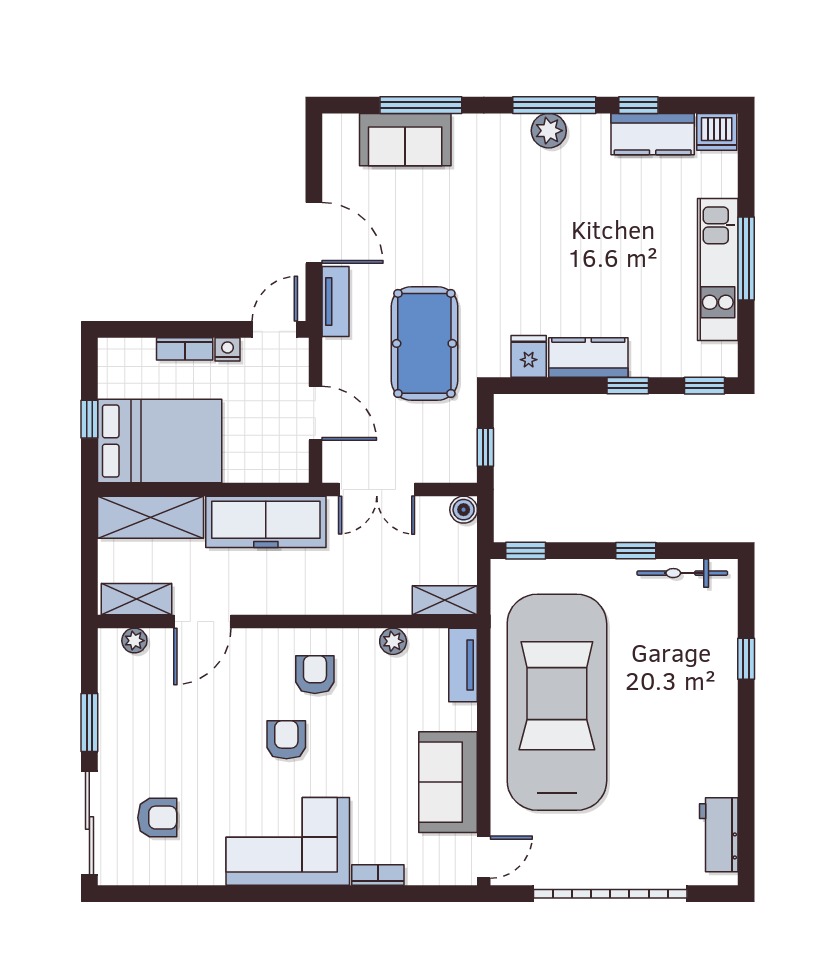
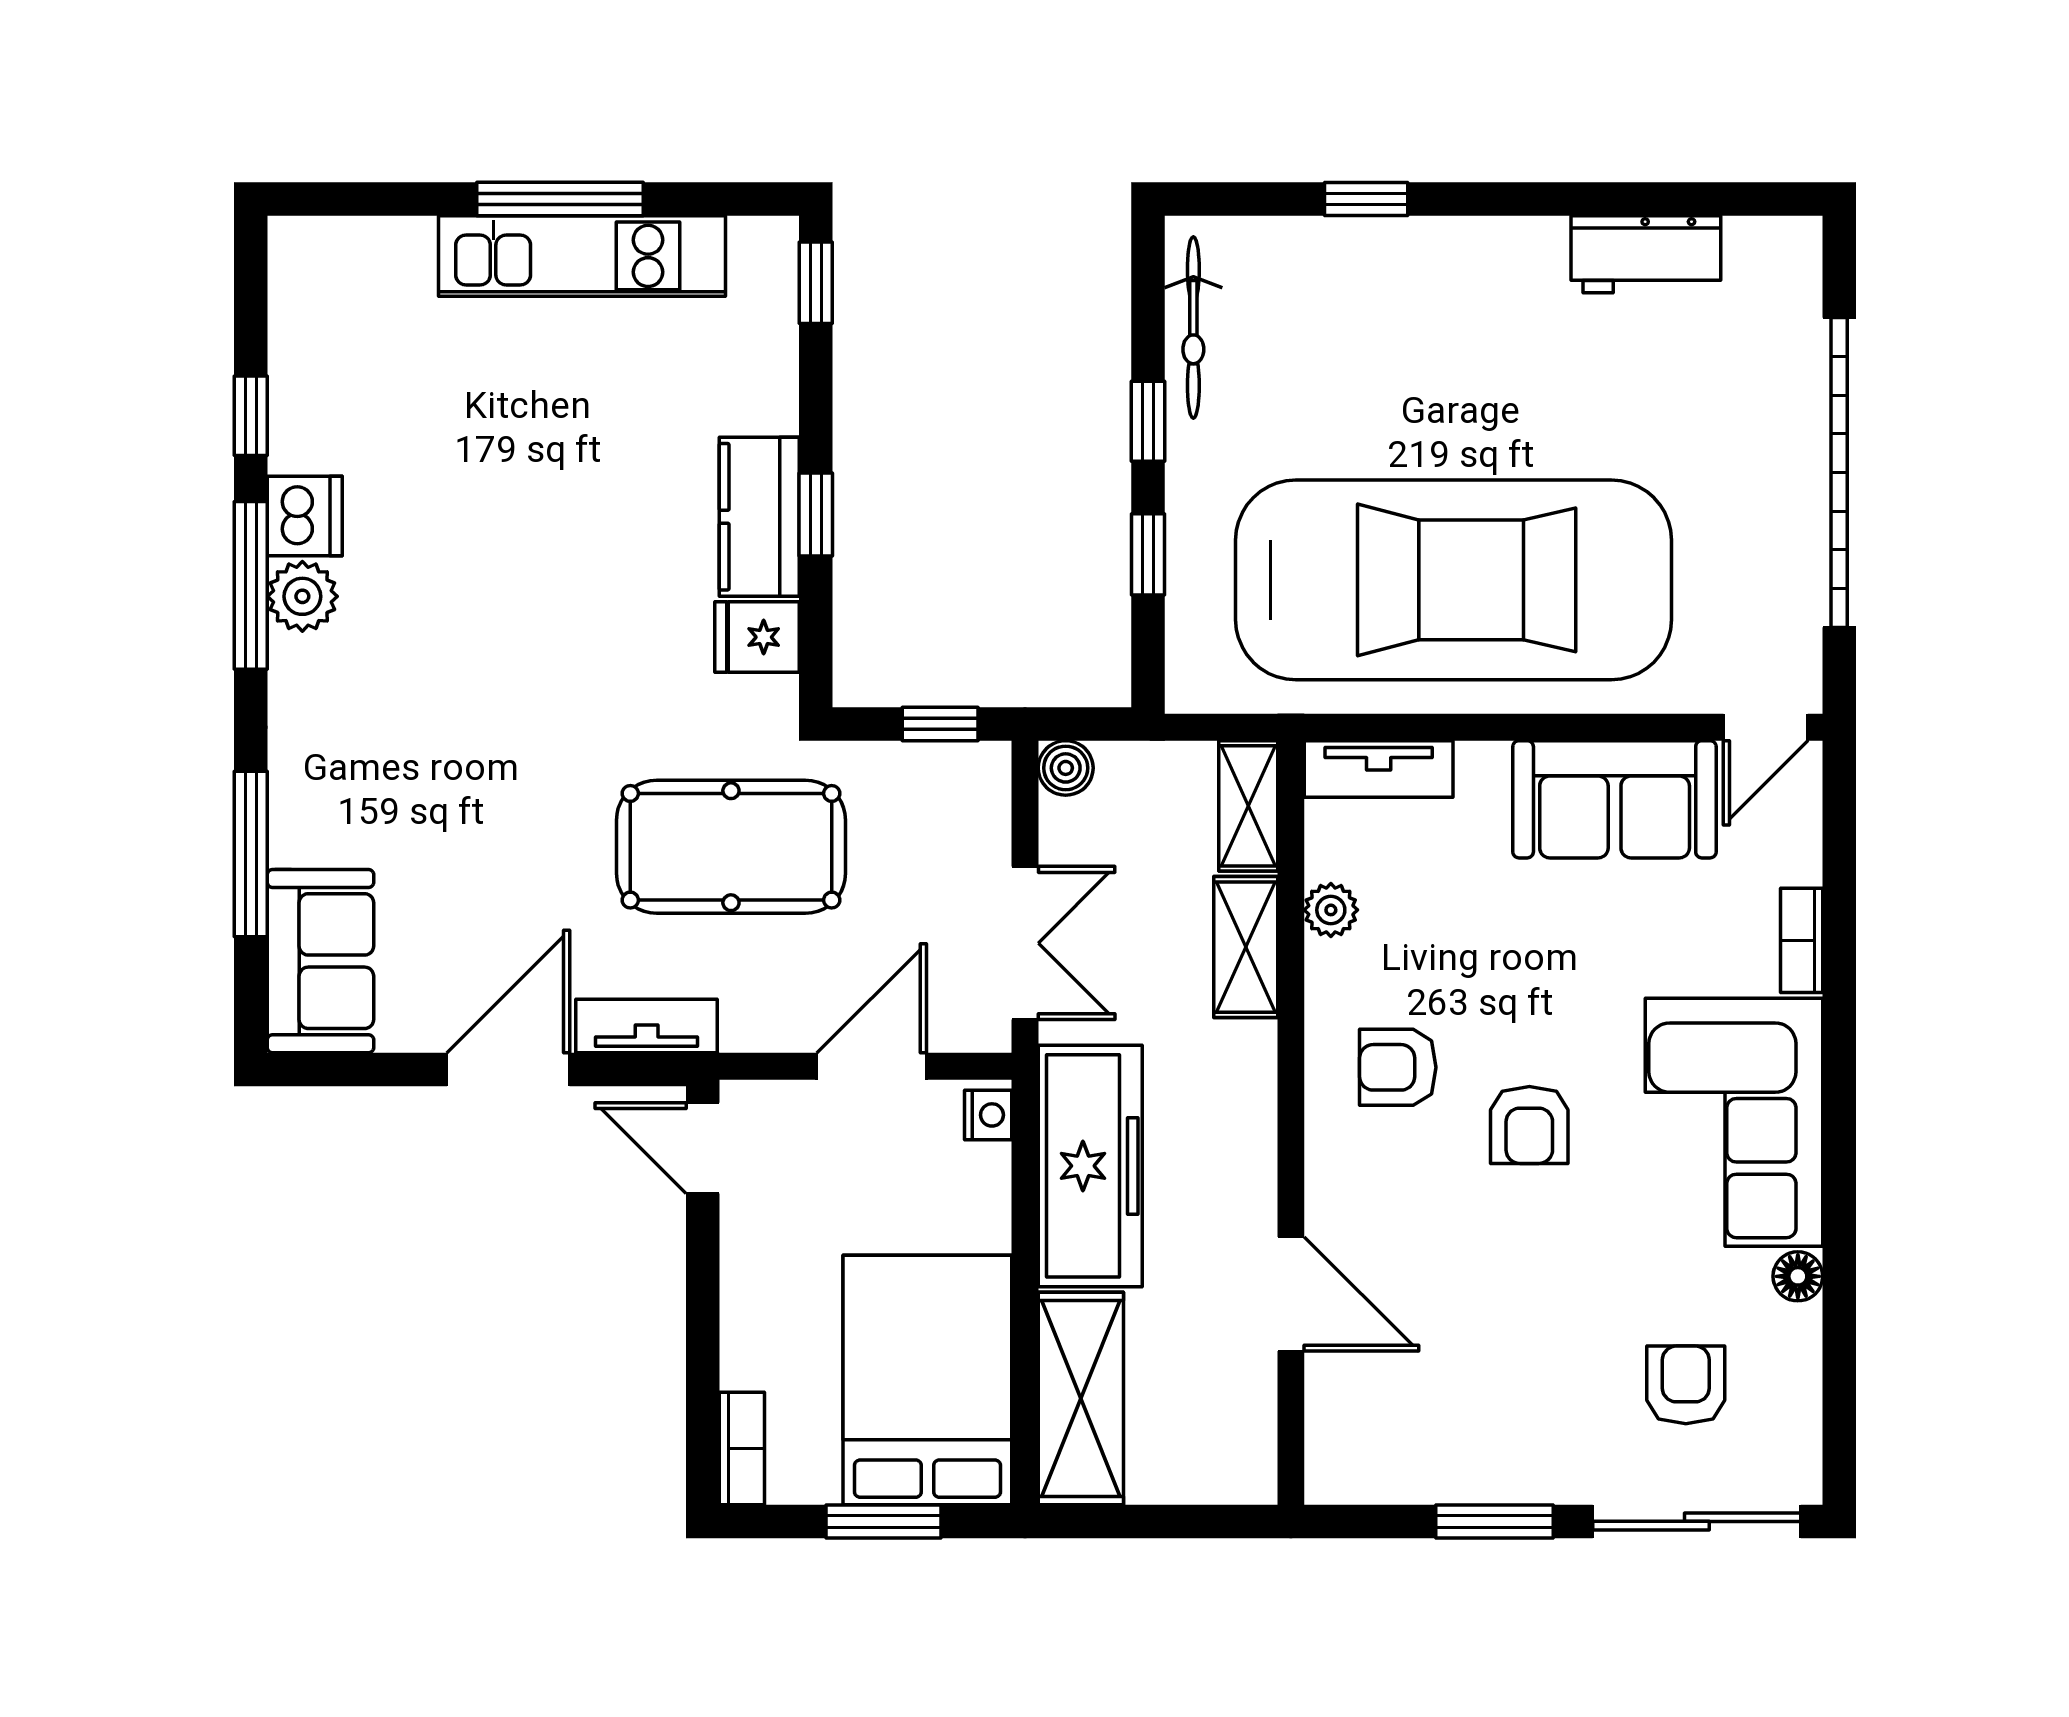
dishwasher: (717, 132) -> (305, 516), moved
kitchen counter: (653, 134) -> (309, 387), removed
sofa: (405, 140) -> (320, 961), moved
bookcase: (185, 349) -> (742, 1448), moved
nightstand: (228, 349) -> (988, 1115), moved, turned 180
window: (628, 386) -> (816, 515), moved
window: (89, 419) -> (884, 1521), width x1.50
window: (526, 551) -> (1148, 554), moved
shelving: (136, 599) -> (1246, 947), moved
plant: (134, 641) -> (1329, 1431), removed
car: (557, 702) -> (1454, 580), turned 180
armchair: (286, 740) -> (1529, 1125), turned -90
workbench: (719, 835) -> (1646, 254), moved
door: (484, 857) -> (1766, 727), swing flipped
floor lamp: (211, 873) -> (1798, 1276), added

